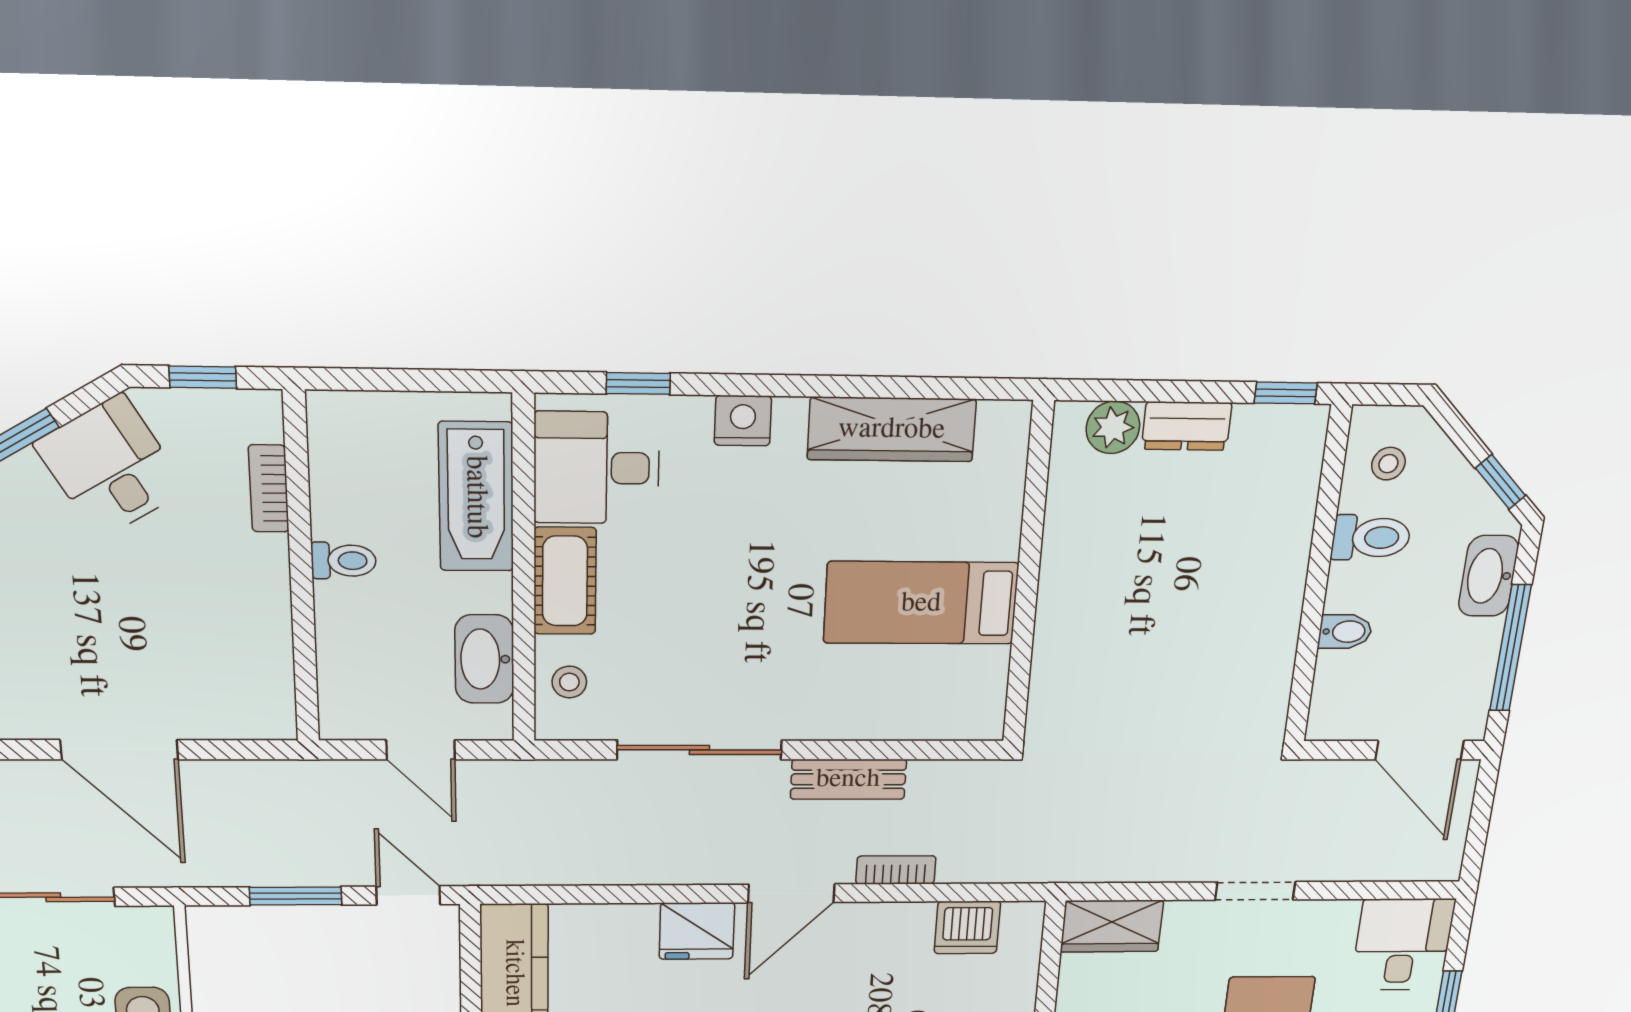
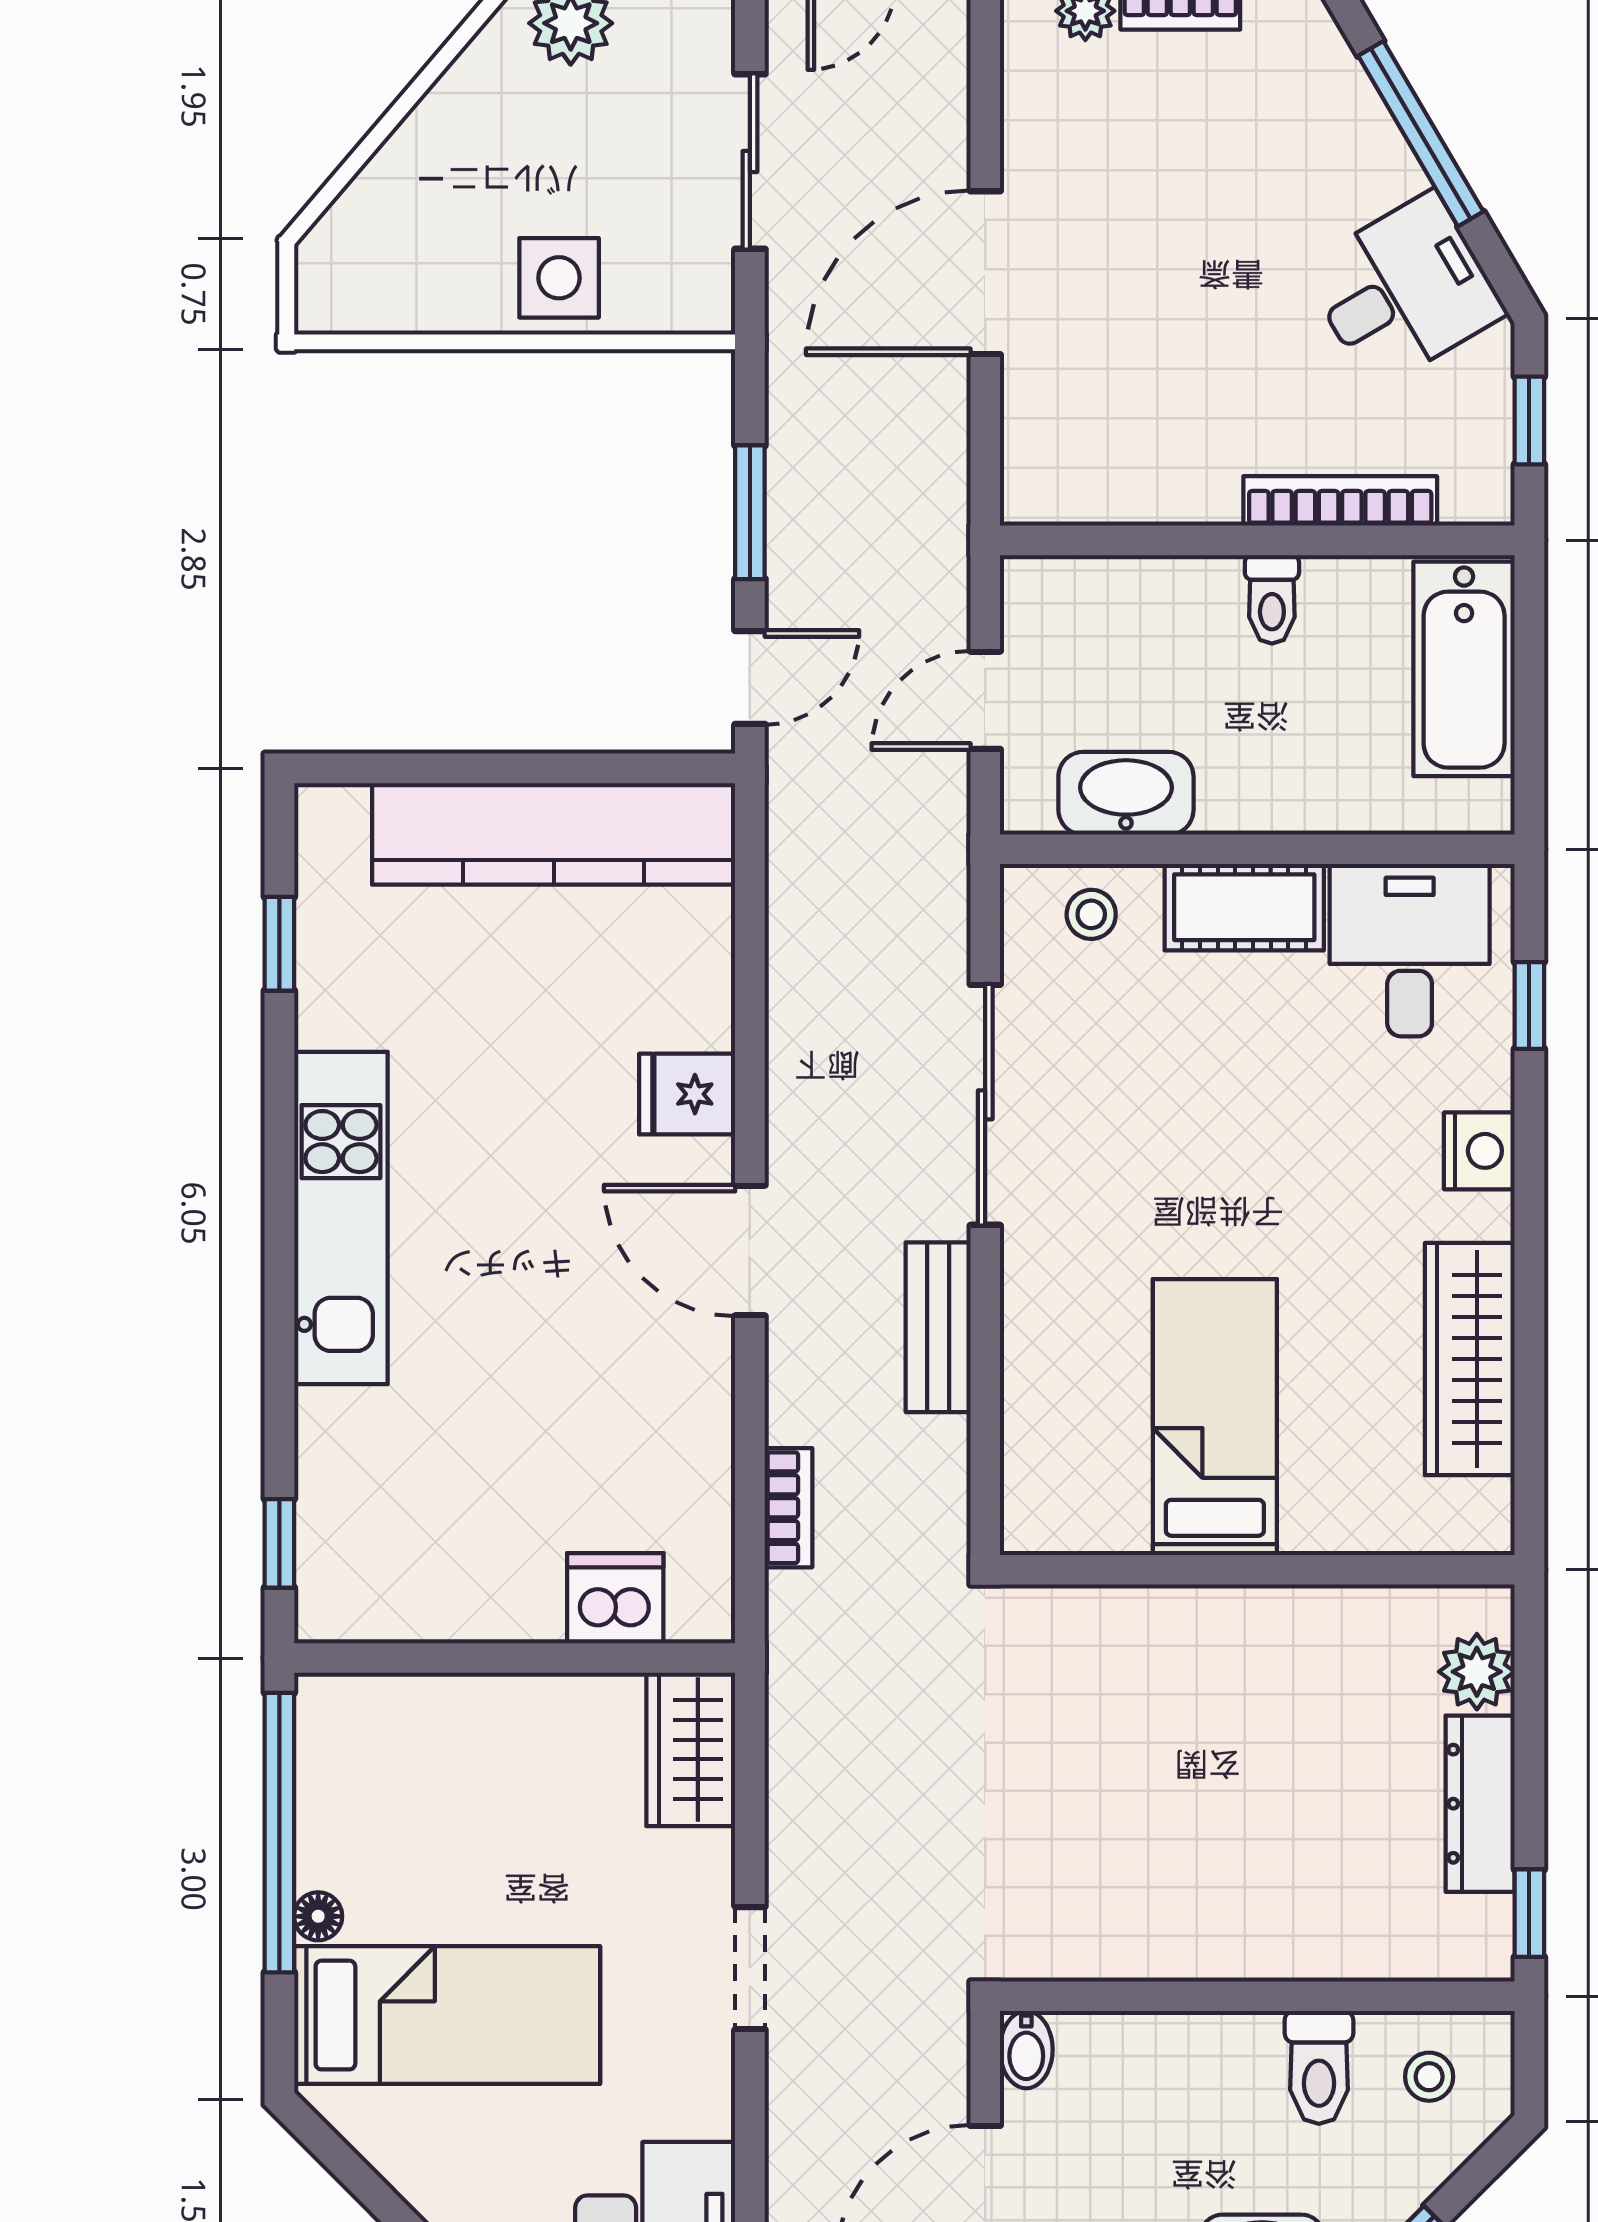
dresser: (1187, 426) -> (1480, 1804), width x1.44
bookcase: (269, 489) -> (1340, 501), width x1.56
bathtub: (476, 497) -> (1464, 669), moved, turned -90
bidet: (1345, 632) -> (1026, 2050), moved
bookcase: (896, 870) -> (789, 1508), moved
dishwasher: (967, 927) -> (615, 1598), moved, turned 90
fridge: (697, 931) -> (687, 1094), width x0.72

